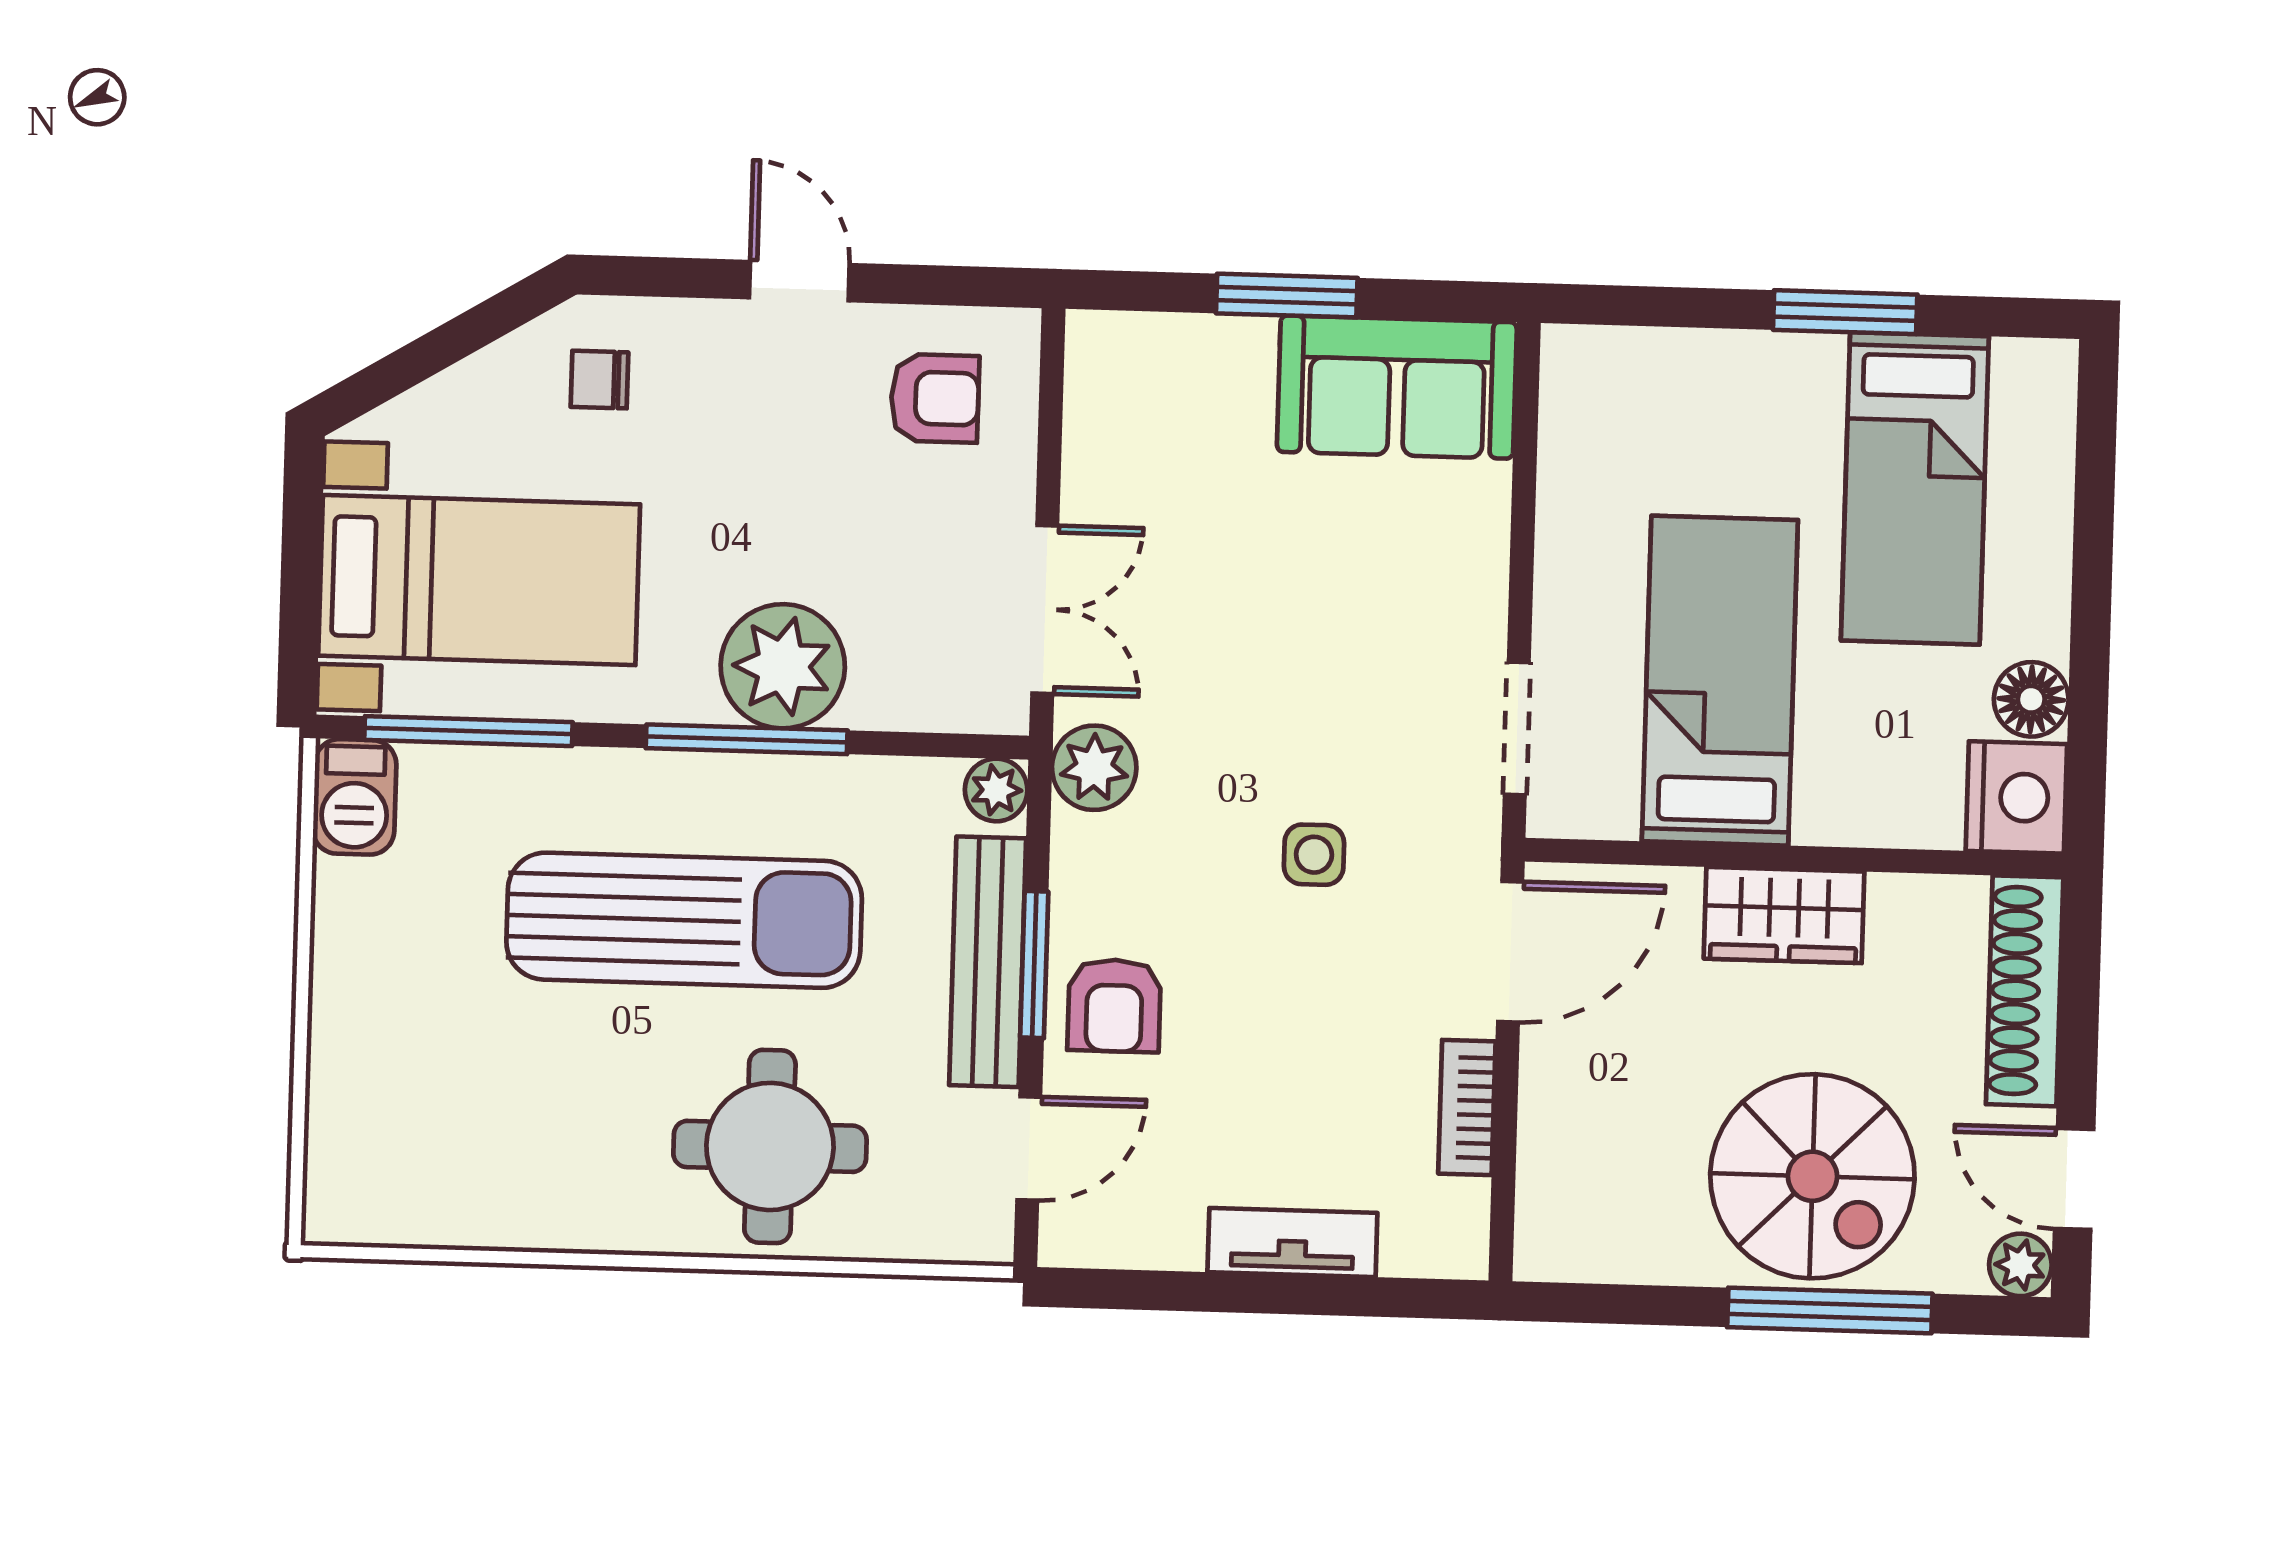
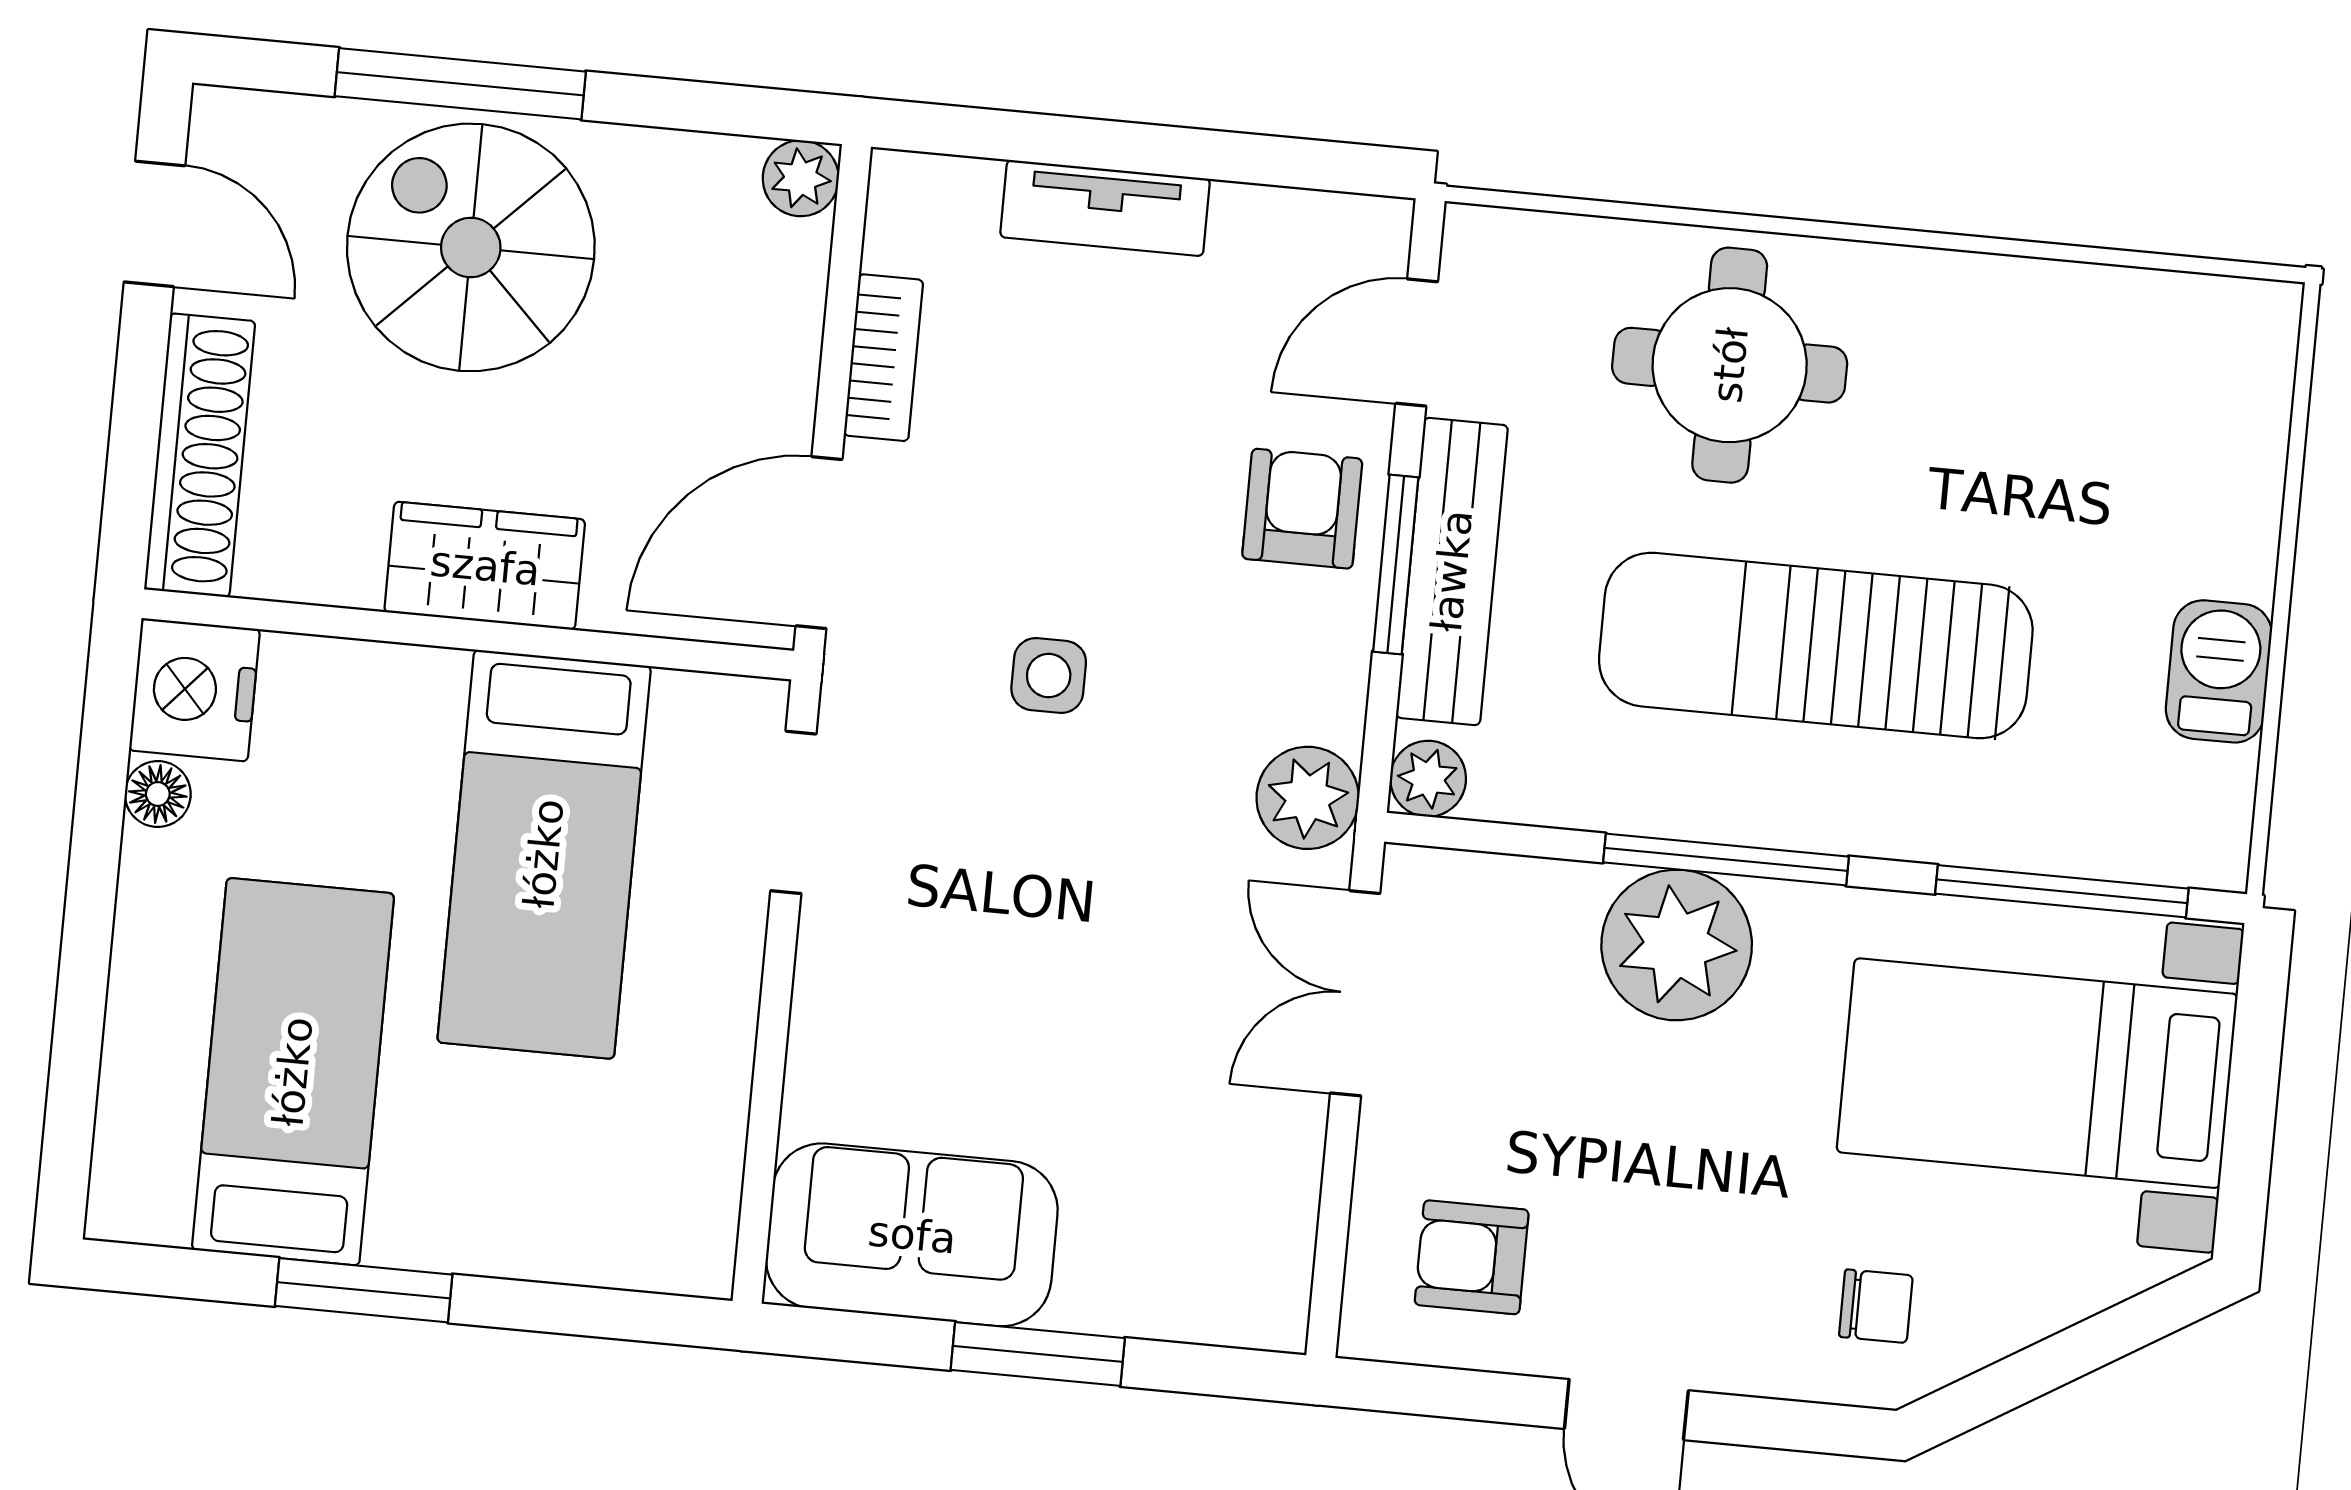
floor lamp: (2031, 699) -> (158, 794), width x0.73, depth x0.73
barbecue: (355, 797) -> (2219, 671), moved
plant: (2020, 1265) -> (801, 178), moved

